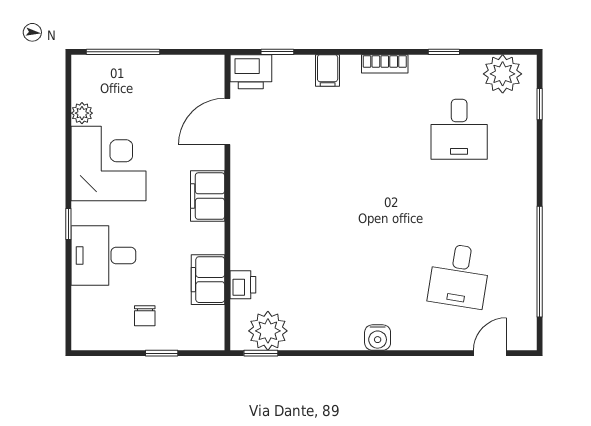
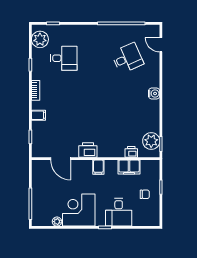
printer: (251, 72) -> (88, 150), moved, turned -90
filing cabinet: (208, 196) -> (98, 167), width x0.50
desk: (459, 276) -> (127, 58), turned -33

